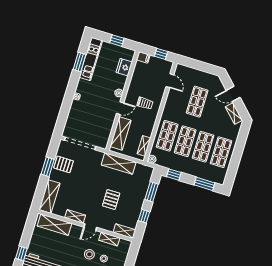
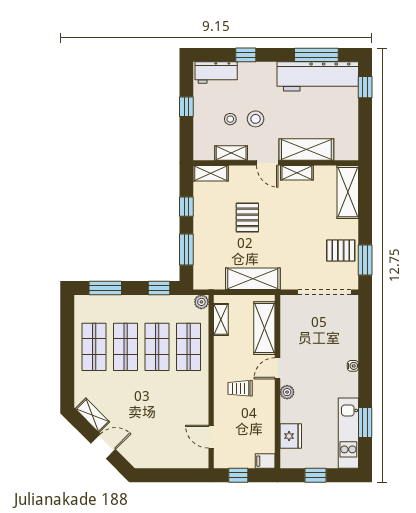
shop shelf: (197, 102) -> (157, 416), removed
window: (48, 167) -> (365, 260), moved
shelving: (55, 225) -> (306, 150), moved
door: (90, 227) -> (267, 163), swing flipped

